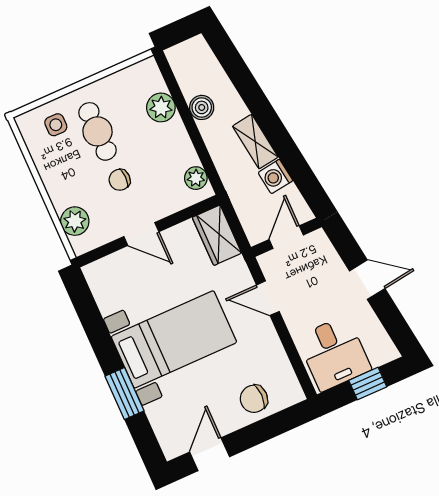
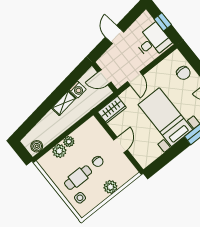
boiler: (202, 107) -> (37, 146), moved
plant: (196, 178) -> (69, 142), moved
plant: (75, 221) -> (110, 187), moved

